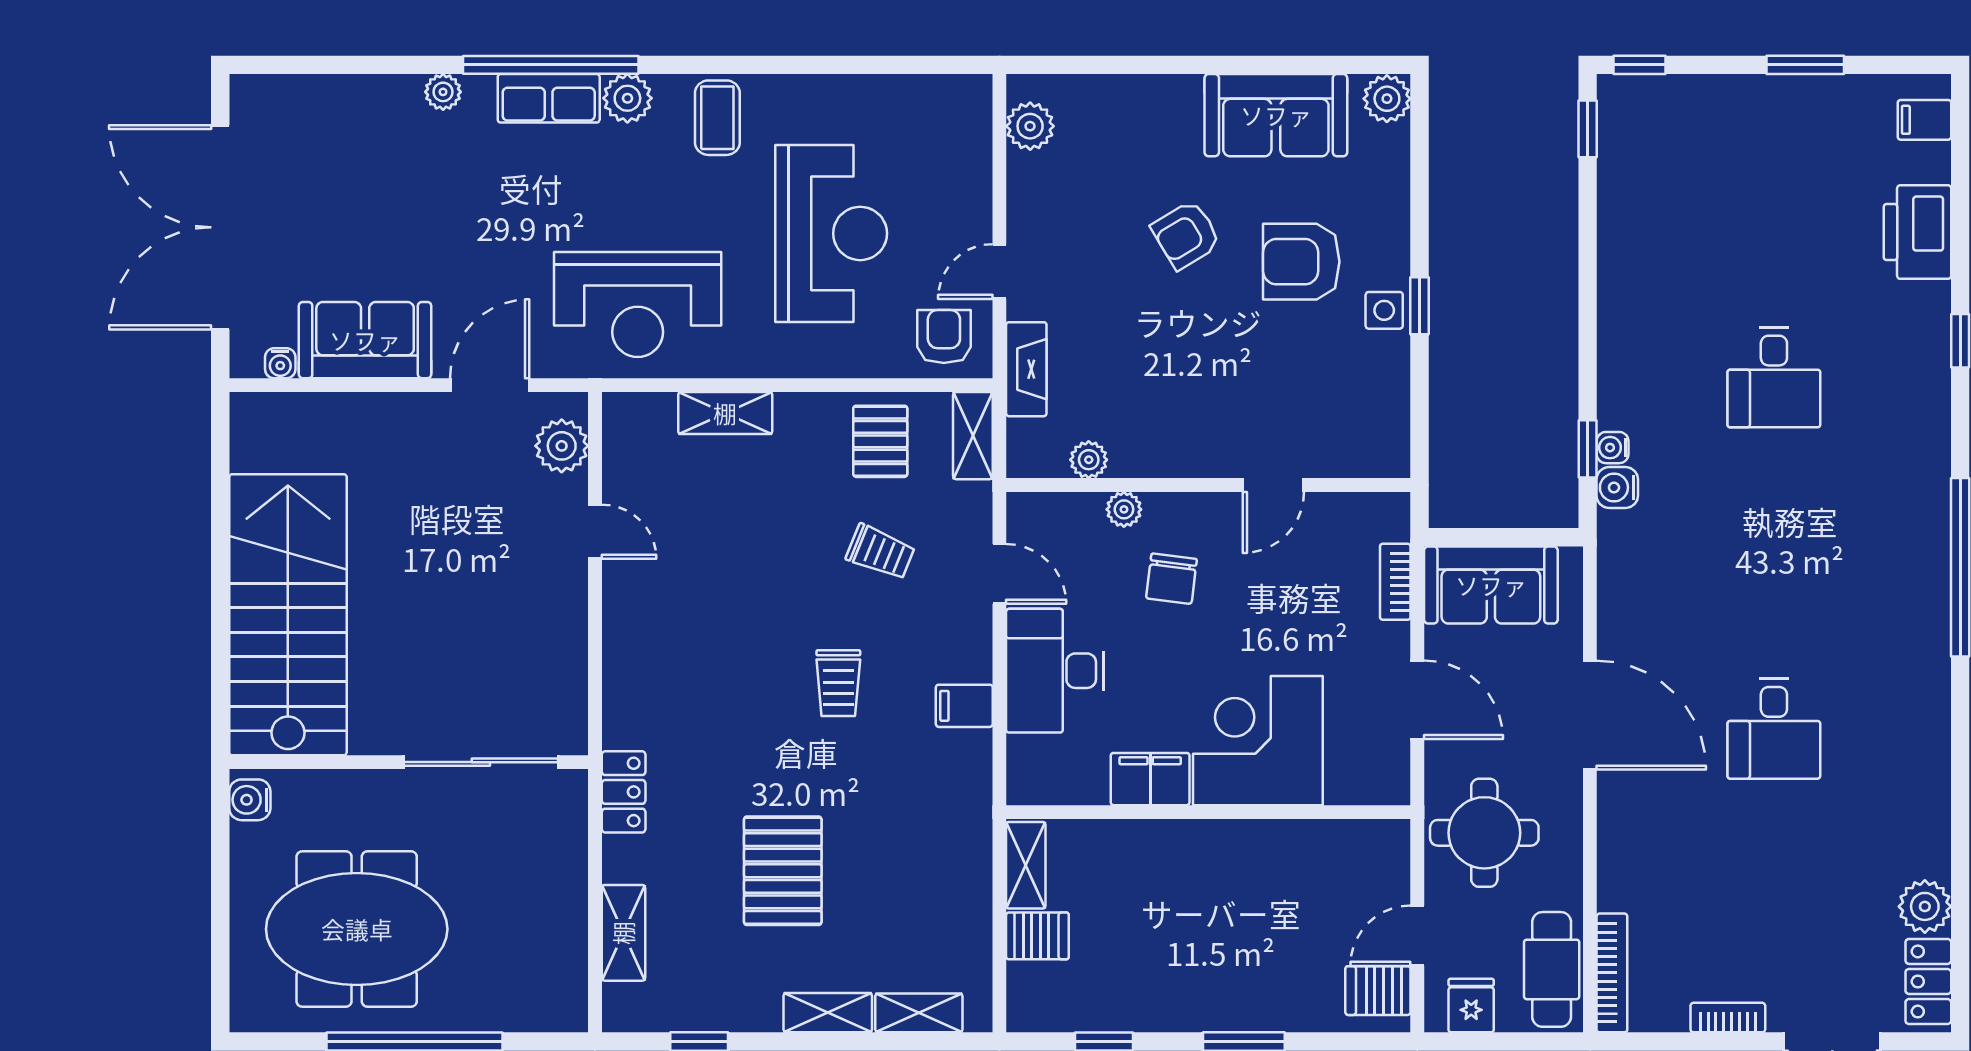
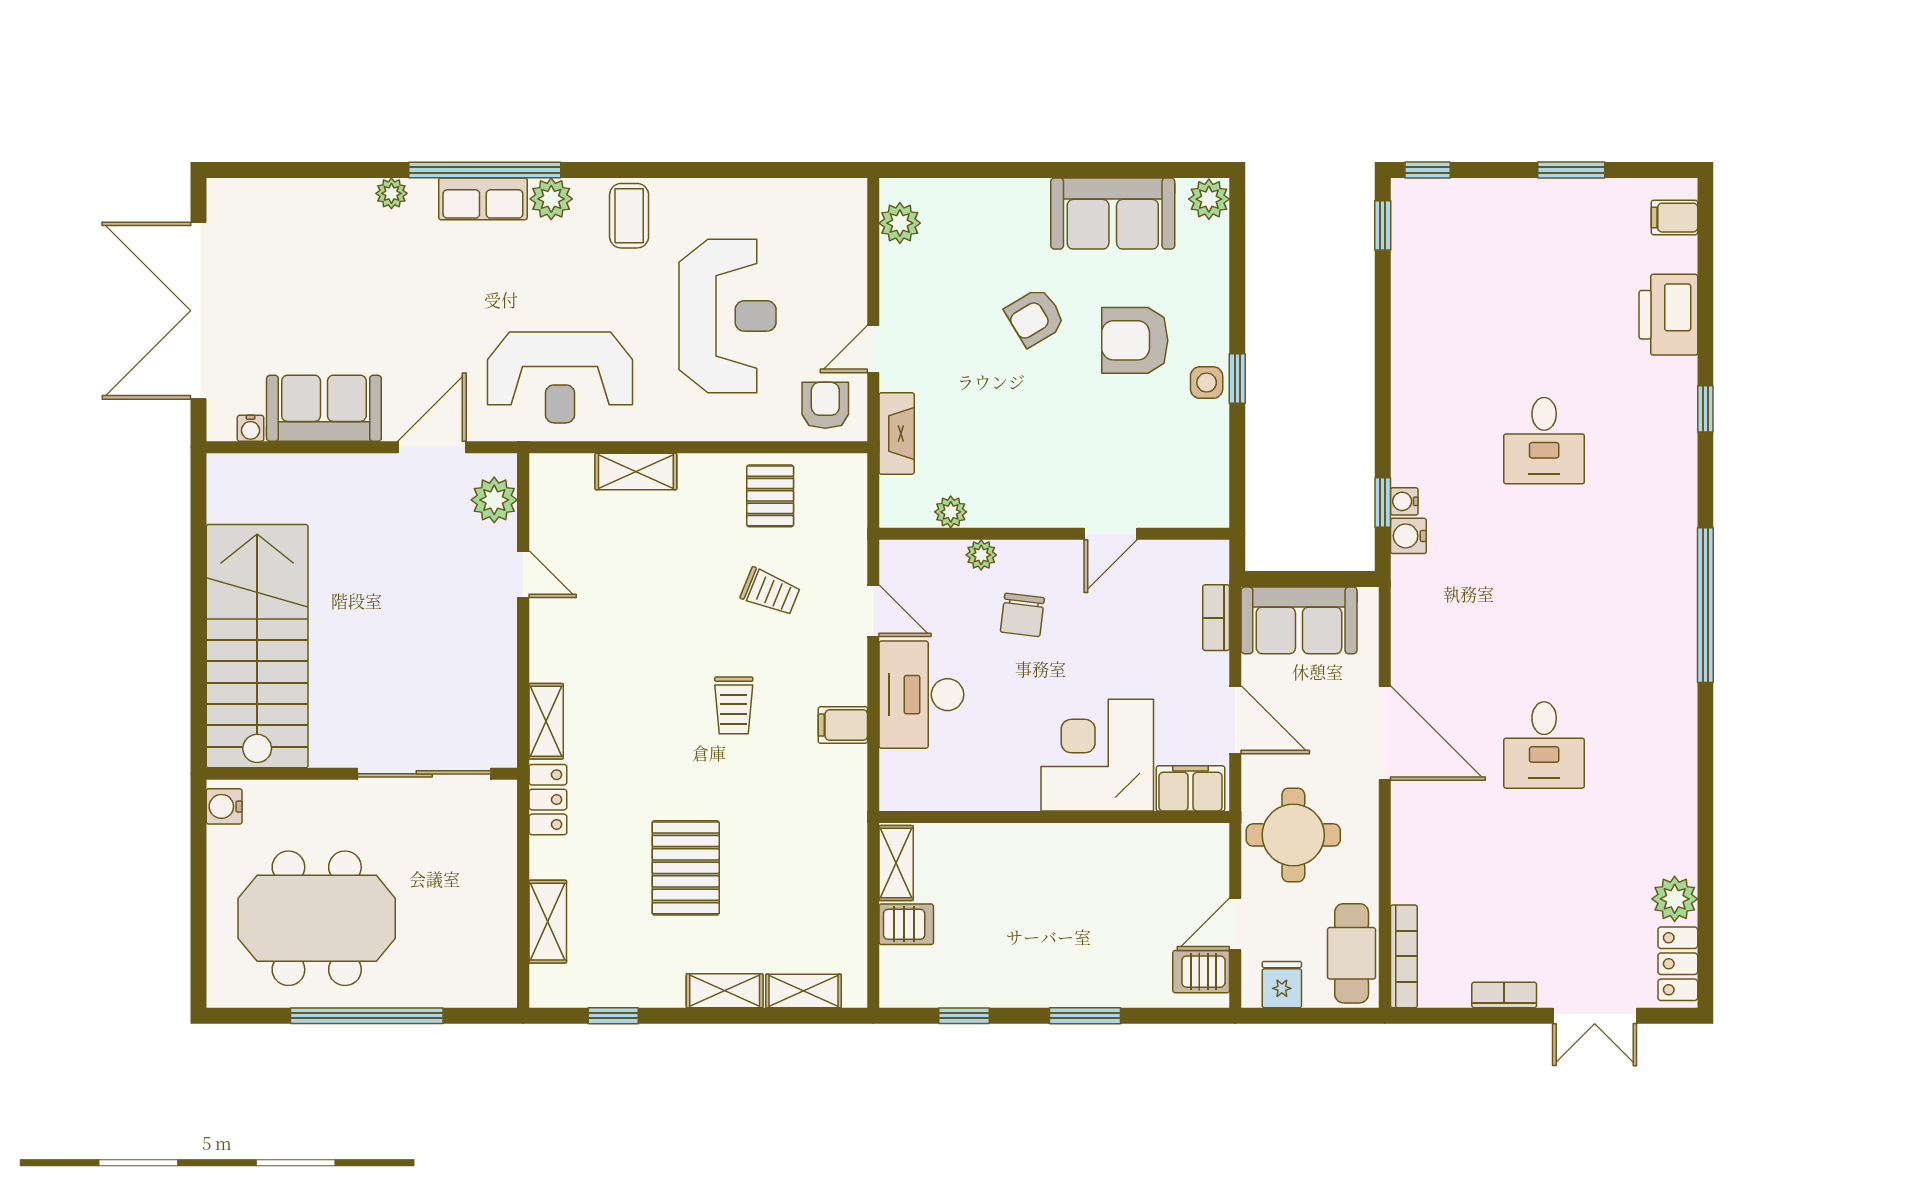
shelving: (973, 436) -> (546, 721), moved
filing cabinet: (1150, 779) -> (1191, 788), moved

